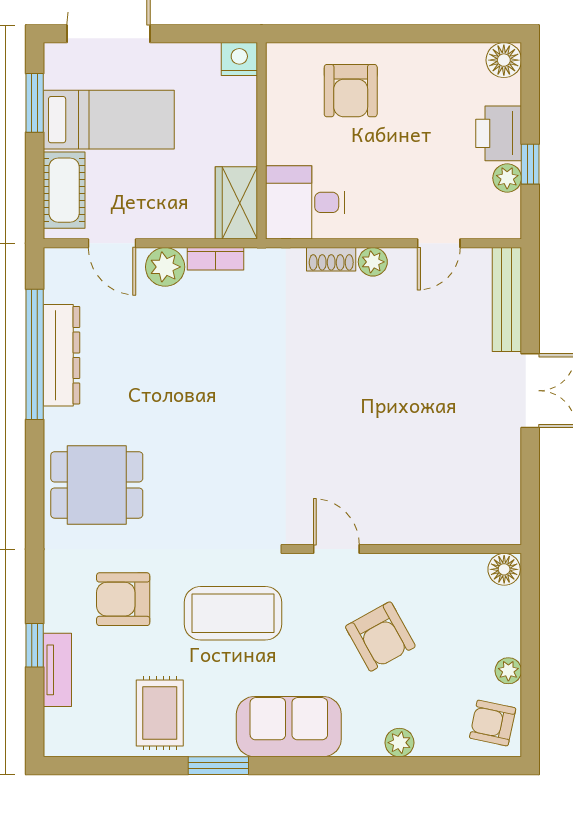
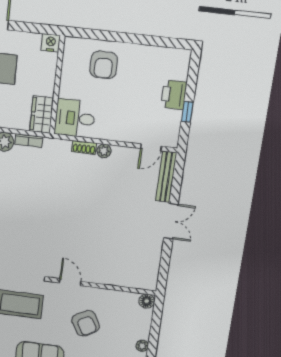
floor lamp: (504, 60) -> (182, 58), removed
plant: (507, 178) -> (175, 117), removed
door: (439, 243) -> (151, 147), moved

